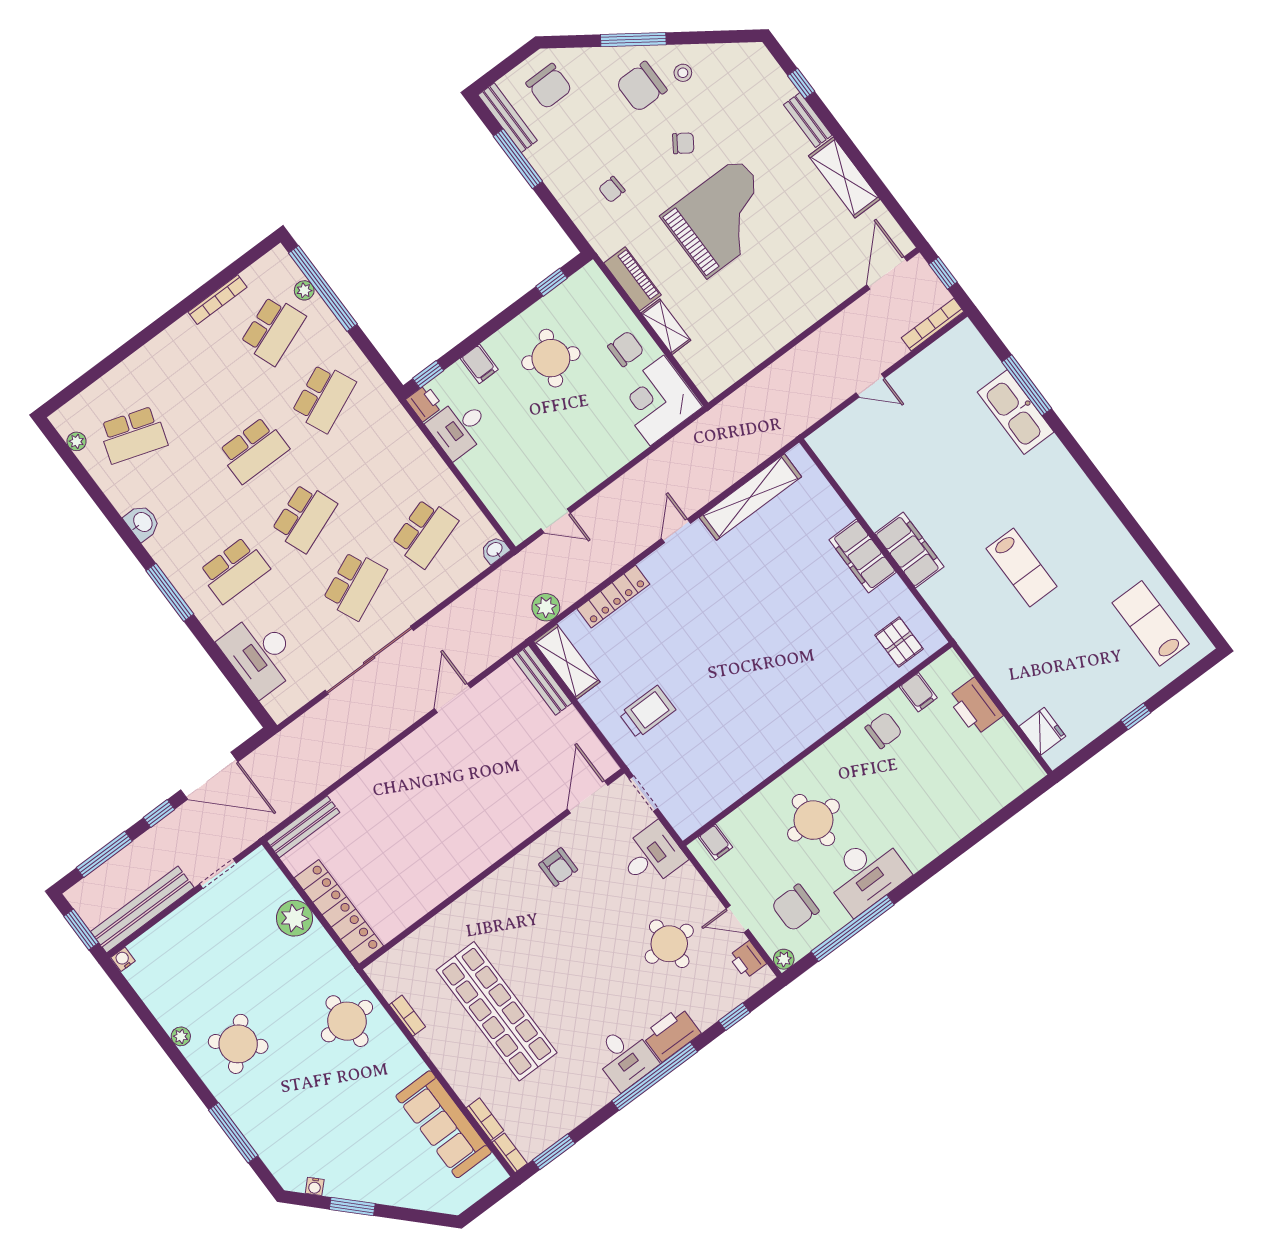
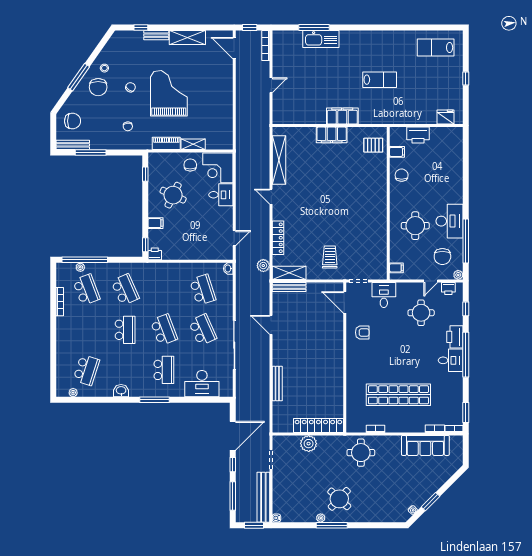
desk: (459, 428) -> (221, 195), moved, turned -90
bench: (303, 827) -> (277, 384), moved
window: (233, 1133) -> (332, 525), moved

